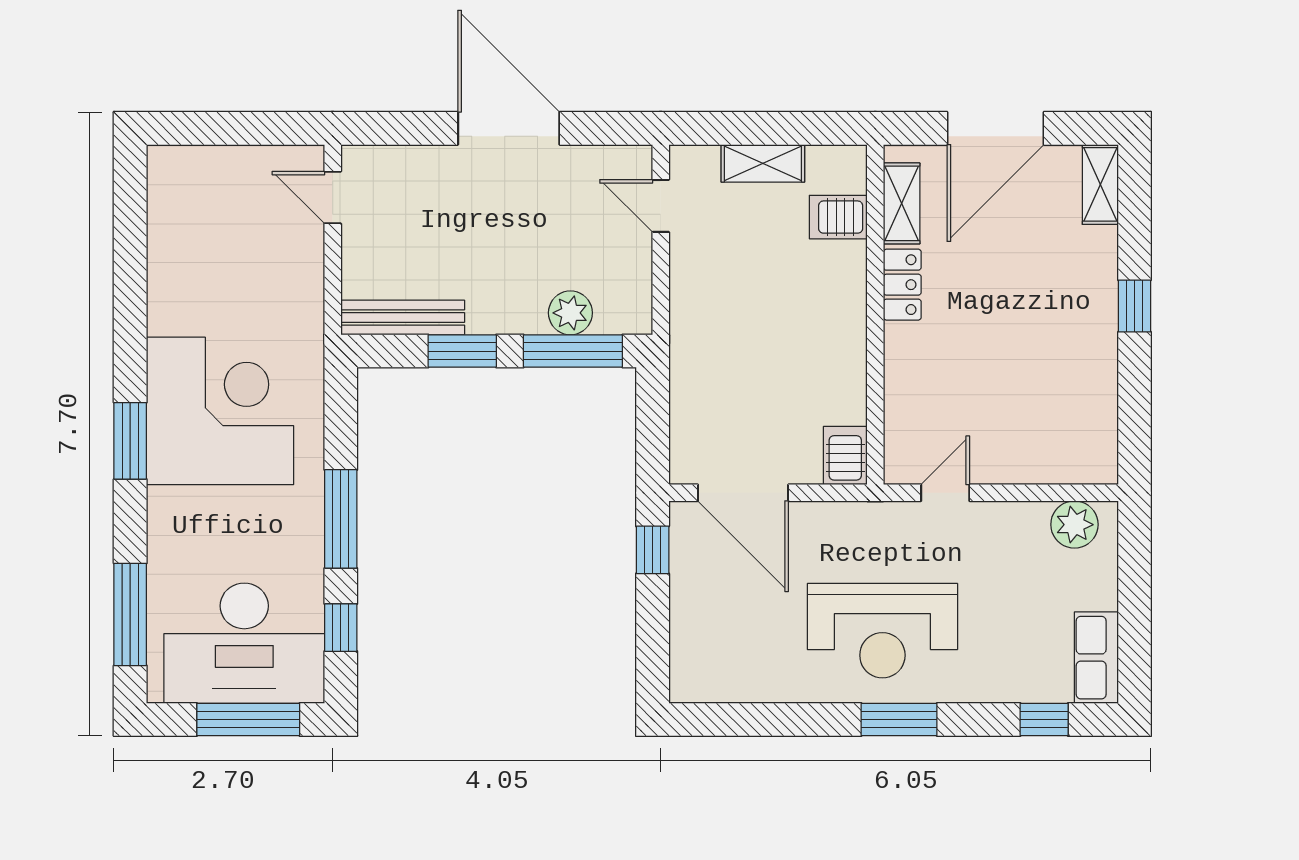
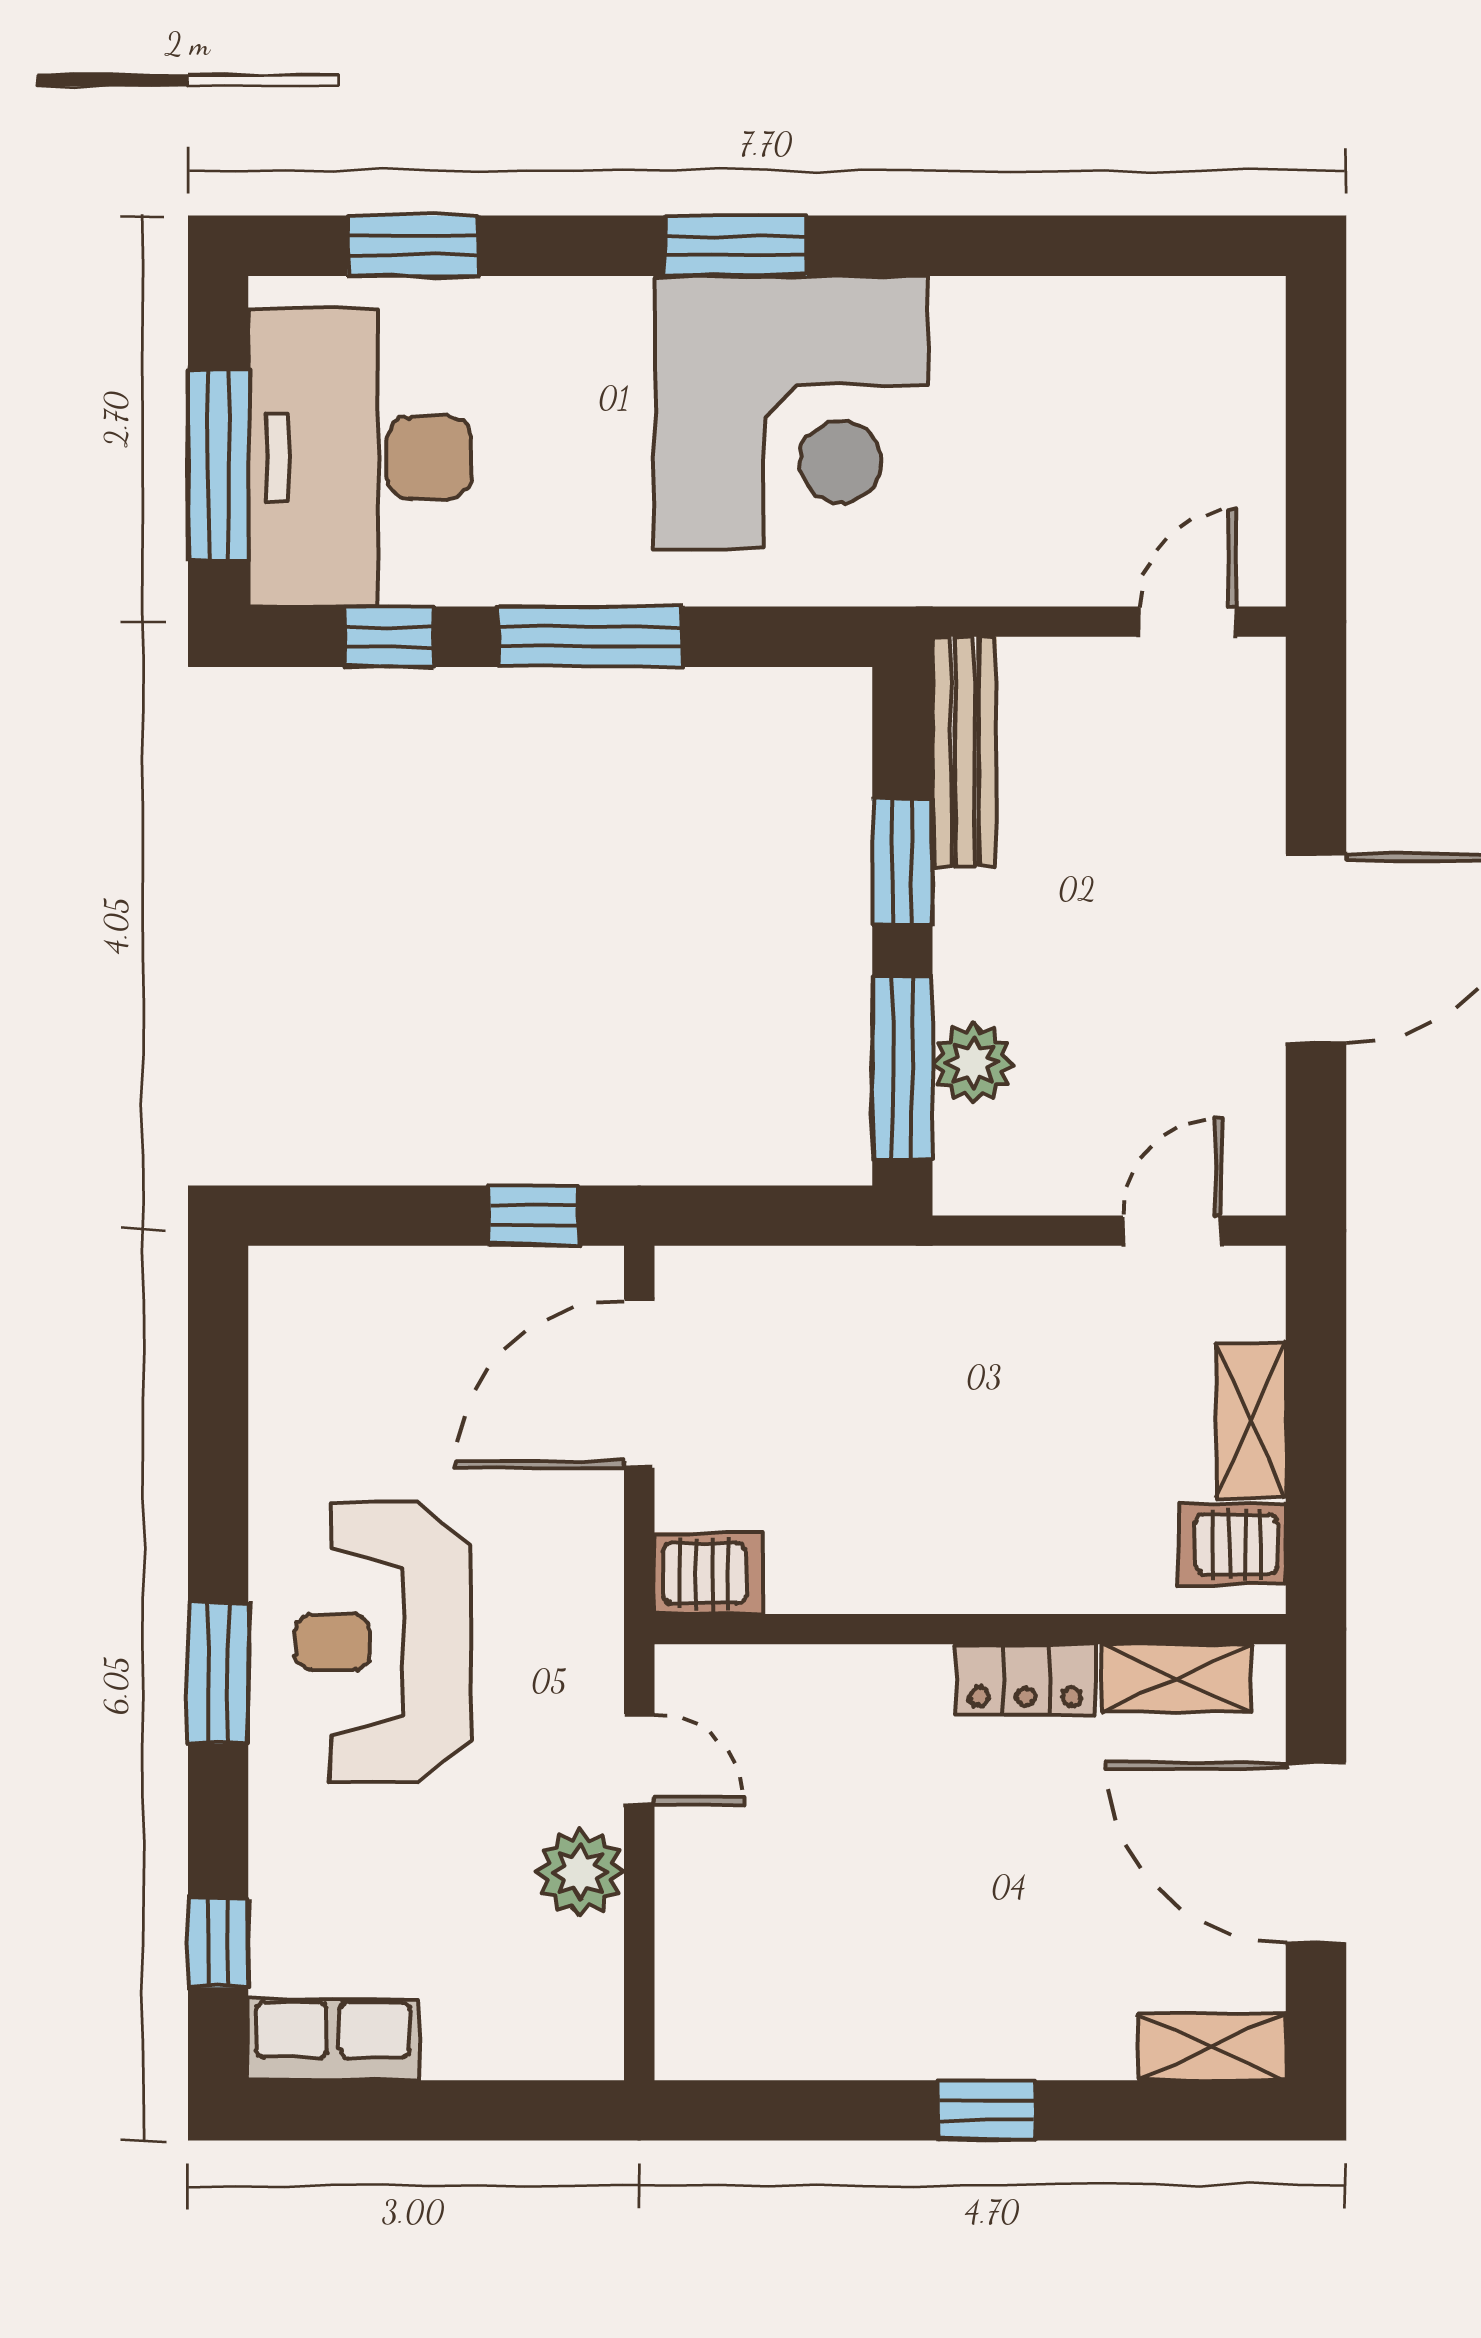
server rack: (838, 217) -> (1232, 1544), moved, turned -90
plant: (1074, 525) -> (580, 1872), moved
window: (130, 614) -> (413, 246), width x0.69

